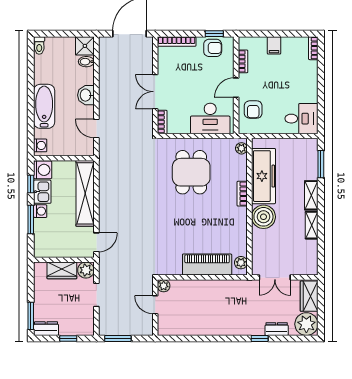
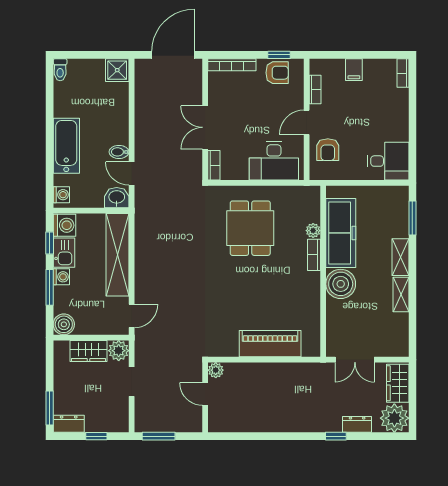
bidet: (86, 62) -> (119, 152), moved
washbasin: (86, 95) -> (117, 198), moved, turned 90
plant: (241, 148) -> (313, 231), moved
boiler: (42, 249) -> (64, 324), added
plant: (241, 263) -> (312, 341), removed

